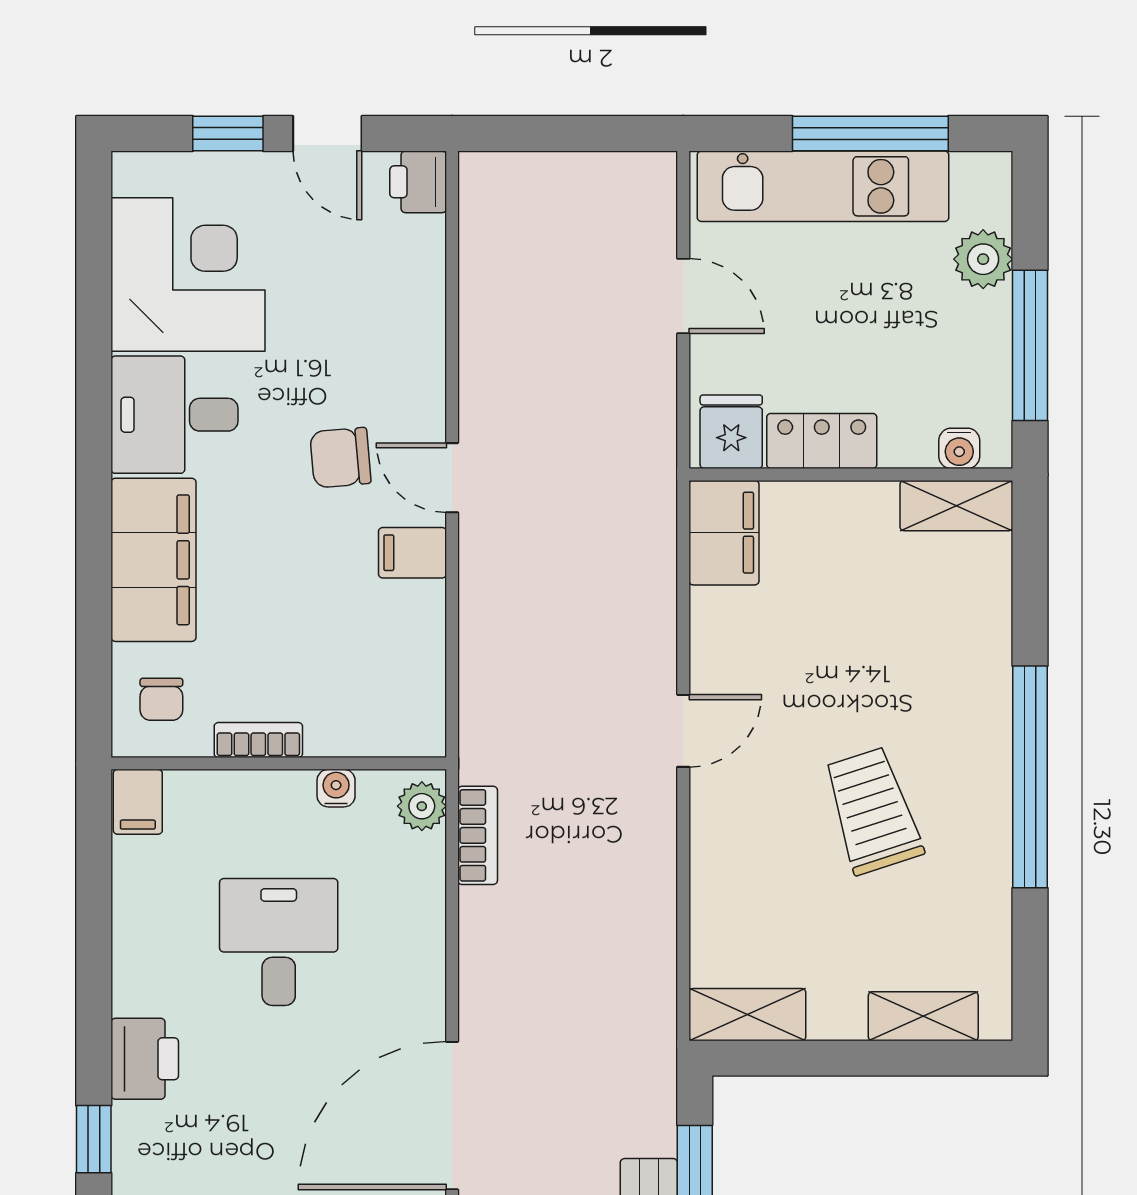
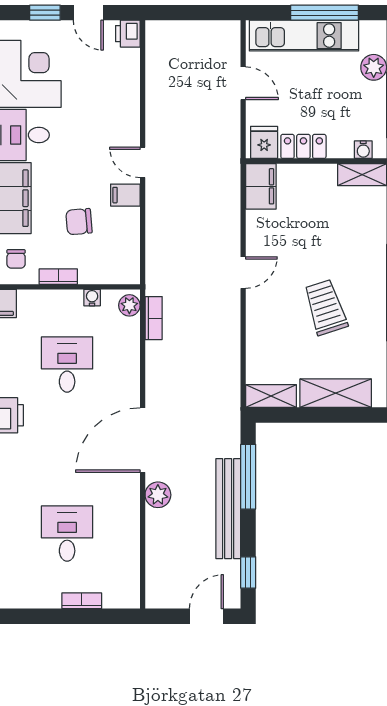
chair: (340, 458) -> (79, 222), moved
shelving: (923, 1016) -> (336, 393), width x1.50, depth x1.33

